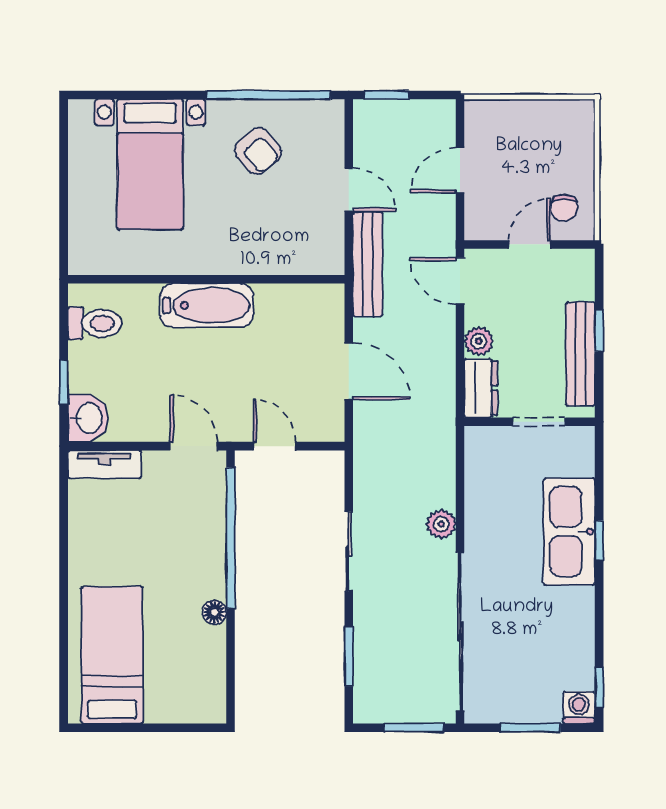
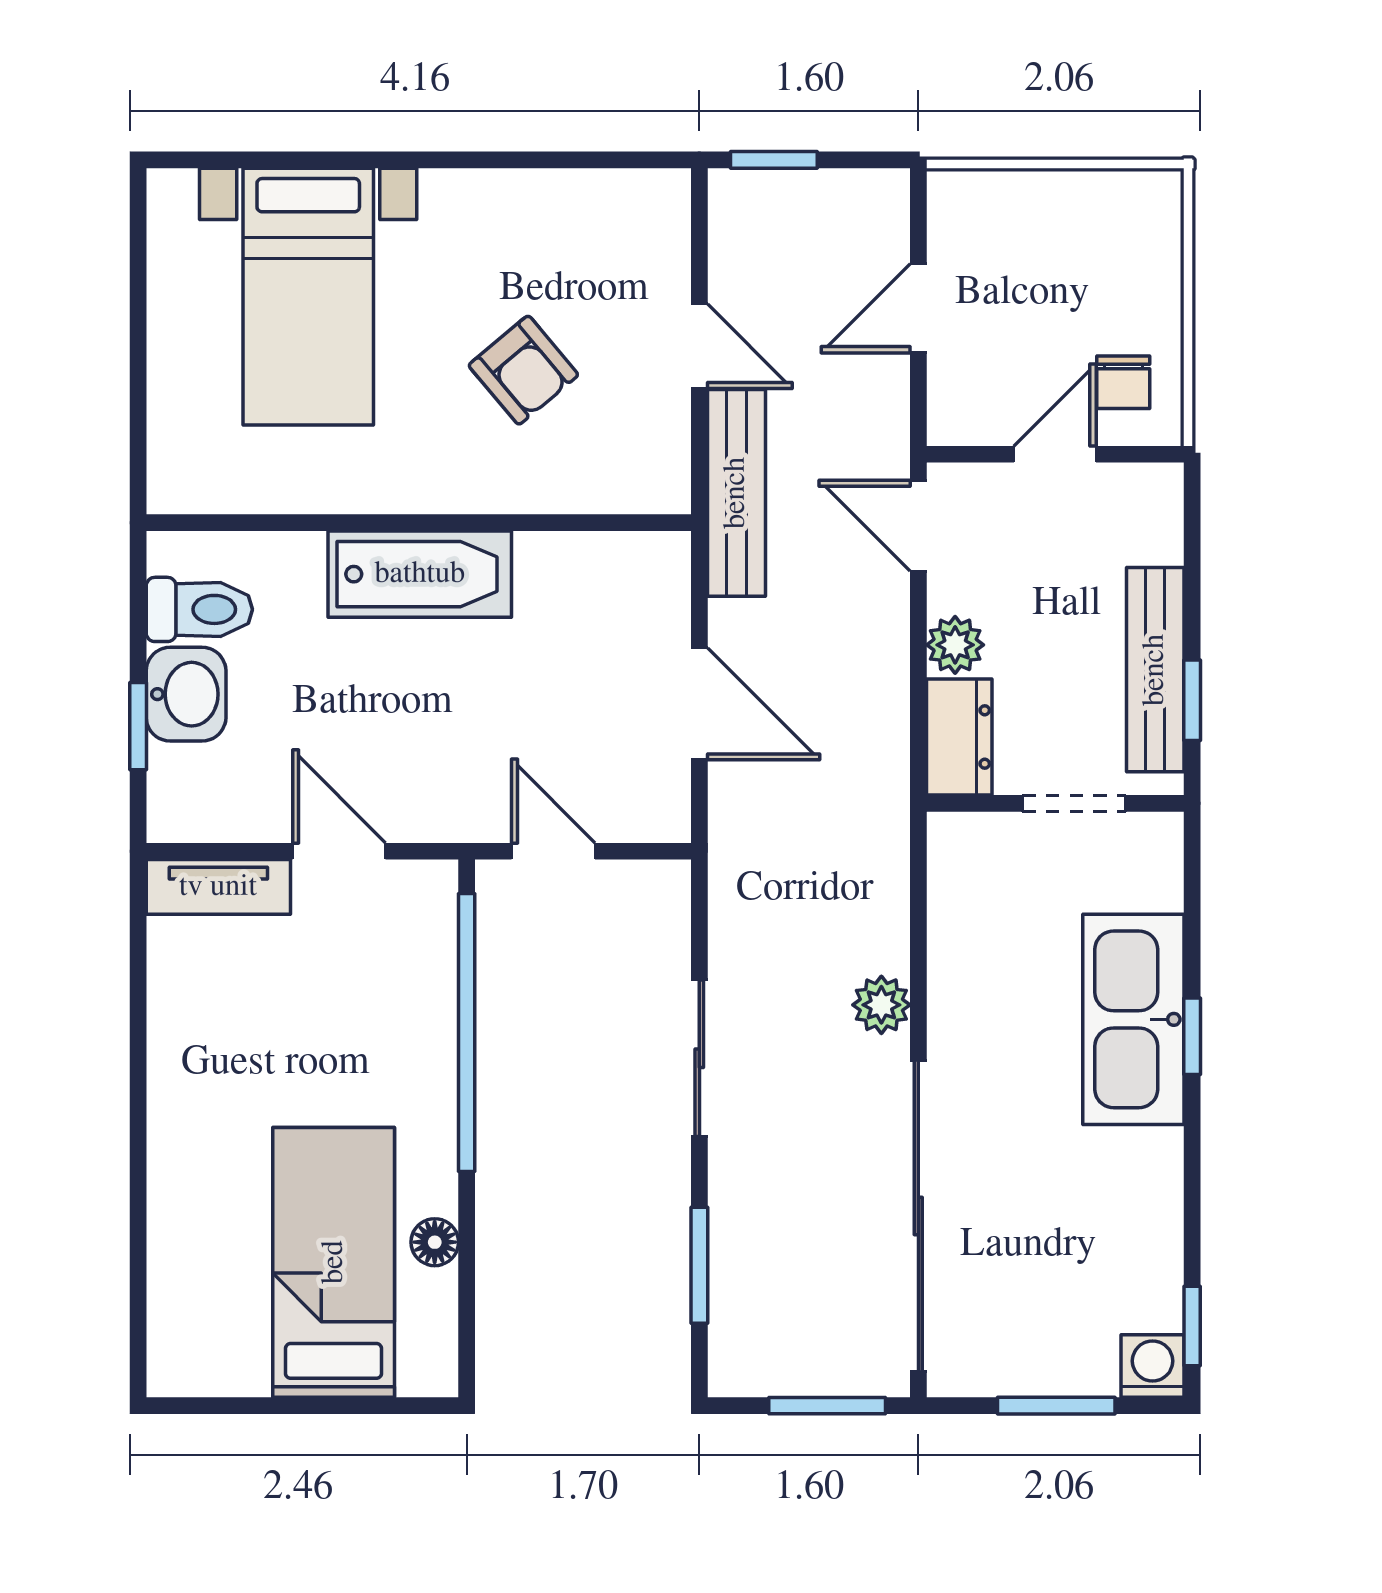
window: (268, 95) -> (541, 160), removed
armchair: (258, 151) -> (523, 370), moved
window: (599, 331) -> (1192, 700), moved
washbasin: (88, 418) -> (186, 694), moved
door: (194, 446) -> (339, 851), moved
floor lamp: (214, 612) -> (435, 1242), moved
bed: (112, 655) -> (334, 1262), moved

